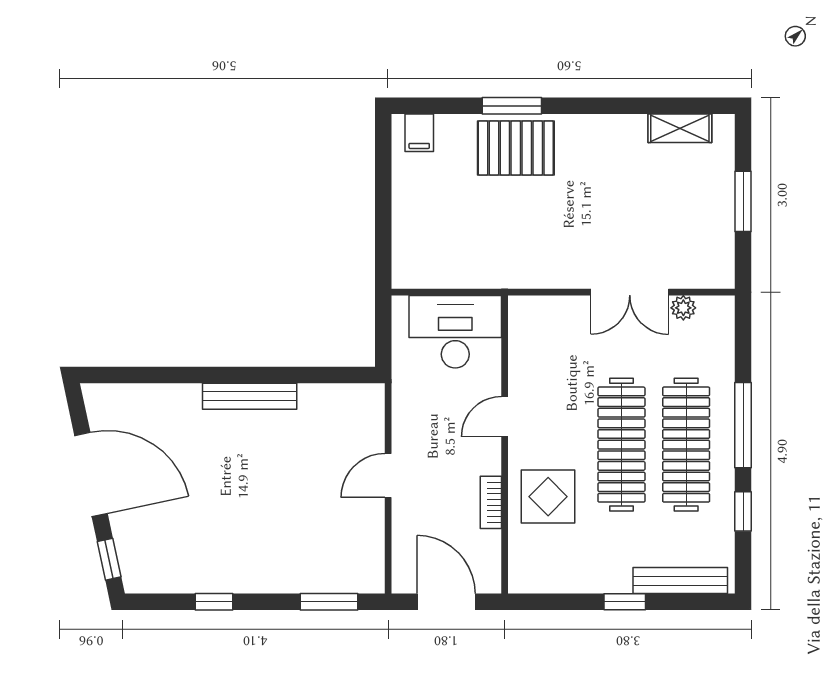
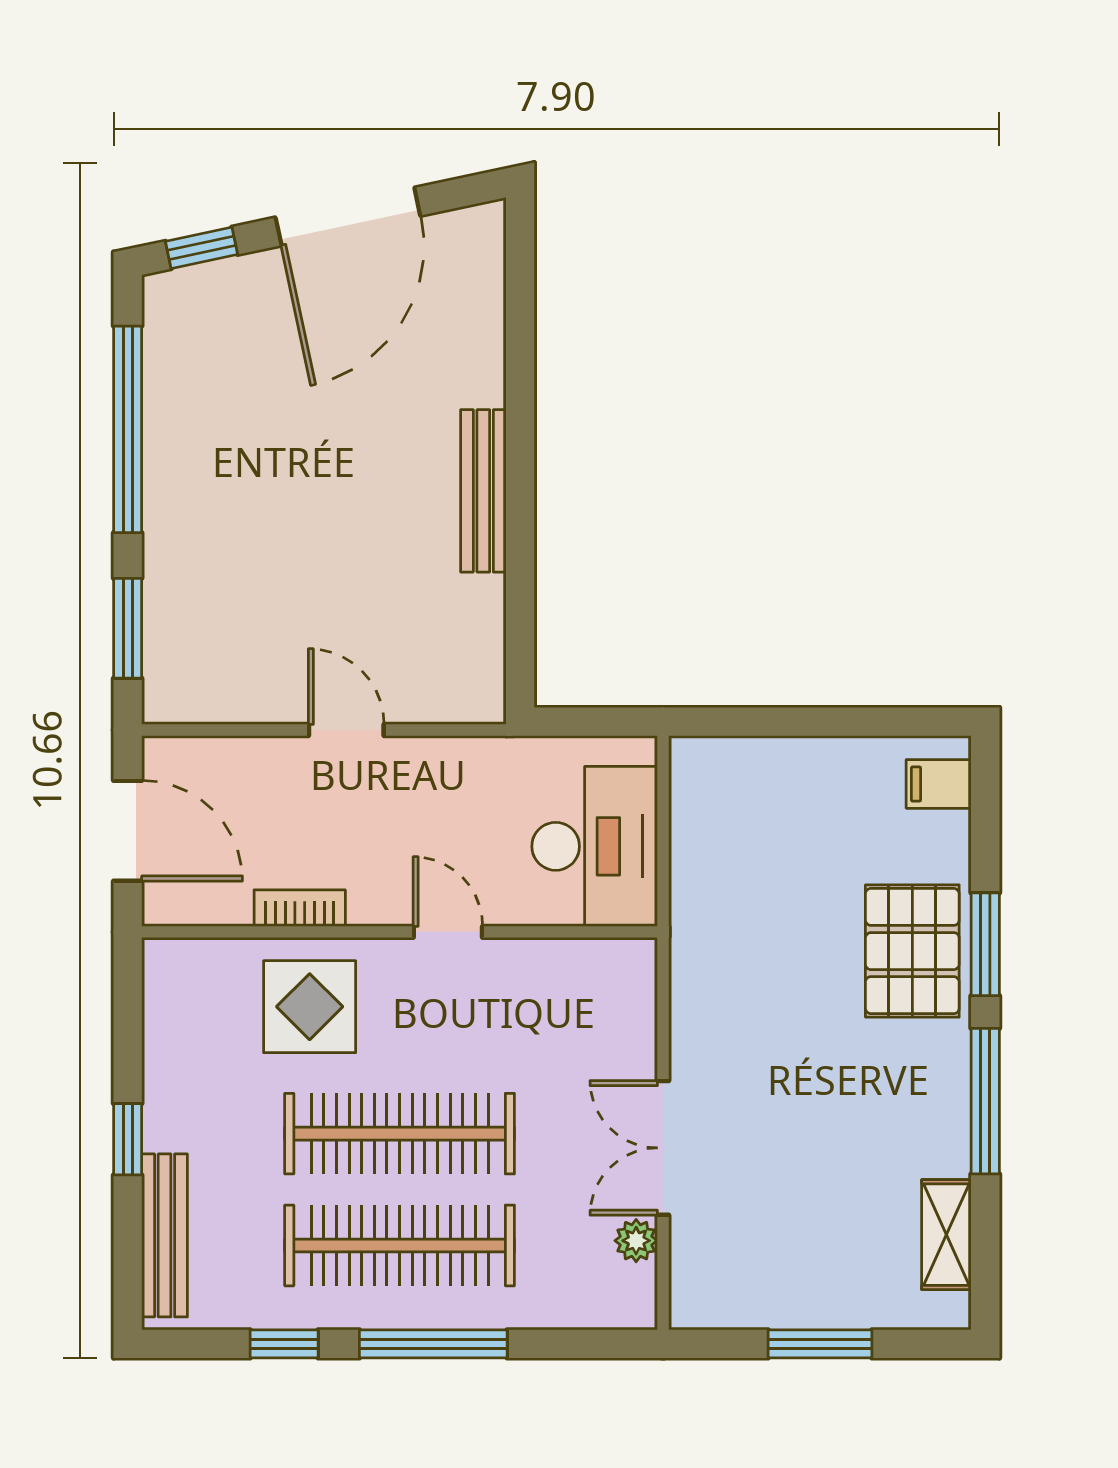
window: (603, 106) -> (985, 1101), added
window: (214, 602) -> (128, 429), width x3.17
door: (446, 602) -> (128, 831), hinge flipped

